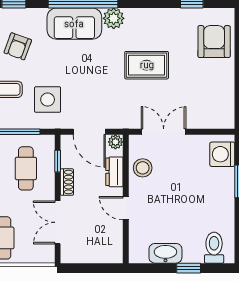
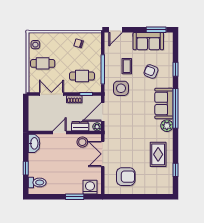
armchair: (214, 42) -> (126, 177), moved
rug: (147, 65) -> (158, 154), moved
double door: (164, 132) -> (103, 154), swing flipped
washbasin: (165, 253) -> (34, 143), moved

